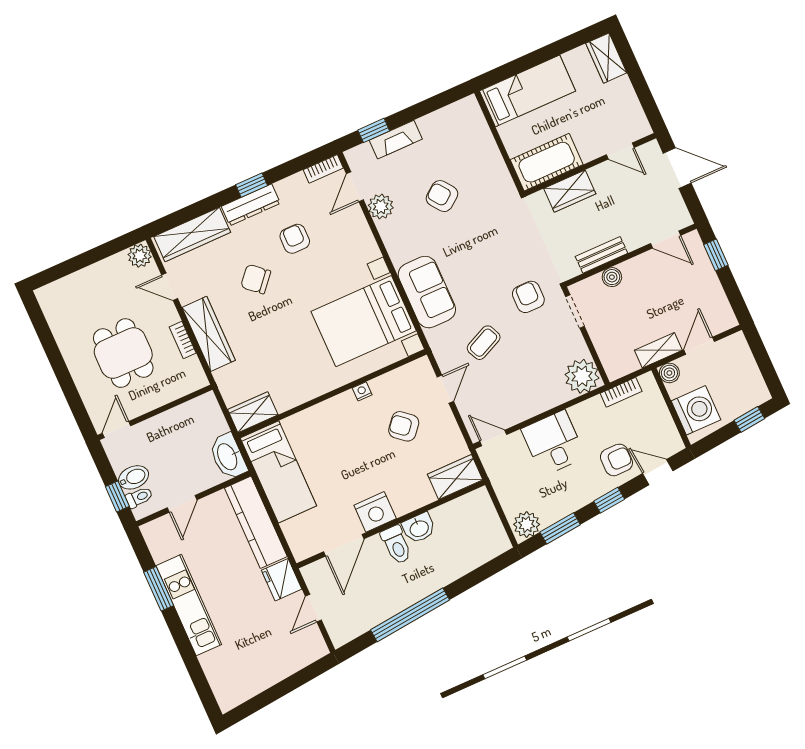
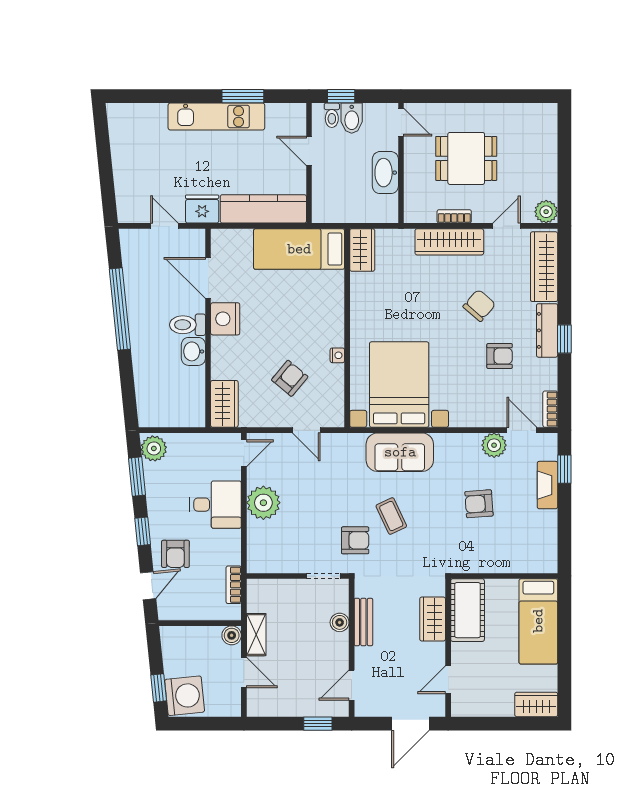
armchair: (442, 196) -> (479, 504), turned -147
coffee table: (484, 343) -> (391, 516), moved
plant: (582, 376) -> (263, 503), moved
washing machine: (696, 410) -> (185, 696), moved, turned -96
washbasin: (228, 456) -> (385, 173), moved, turned -90

